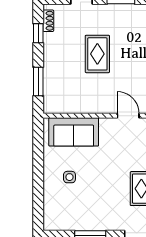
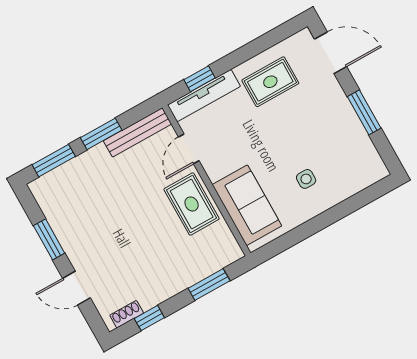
rug: (97, 54) -> (192, 204), moved, turned 90

